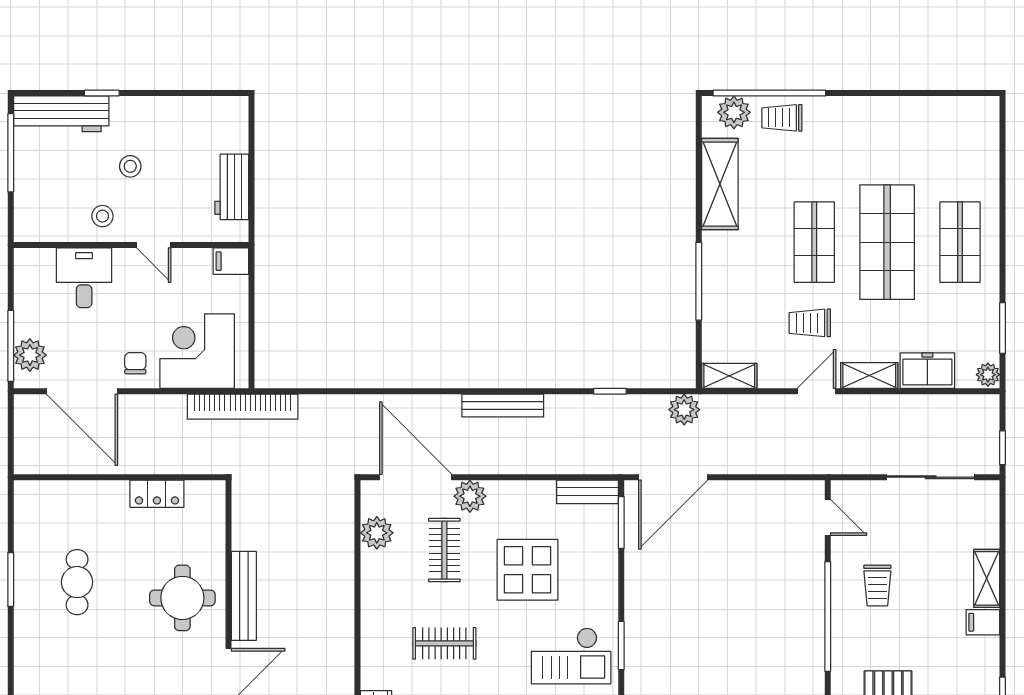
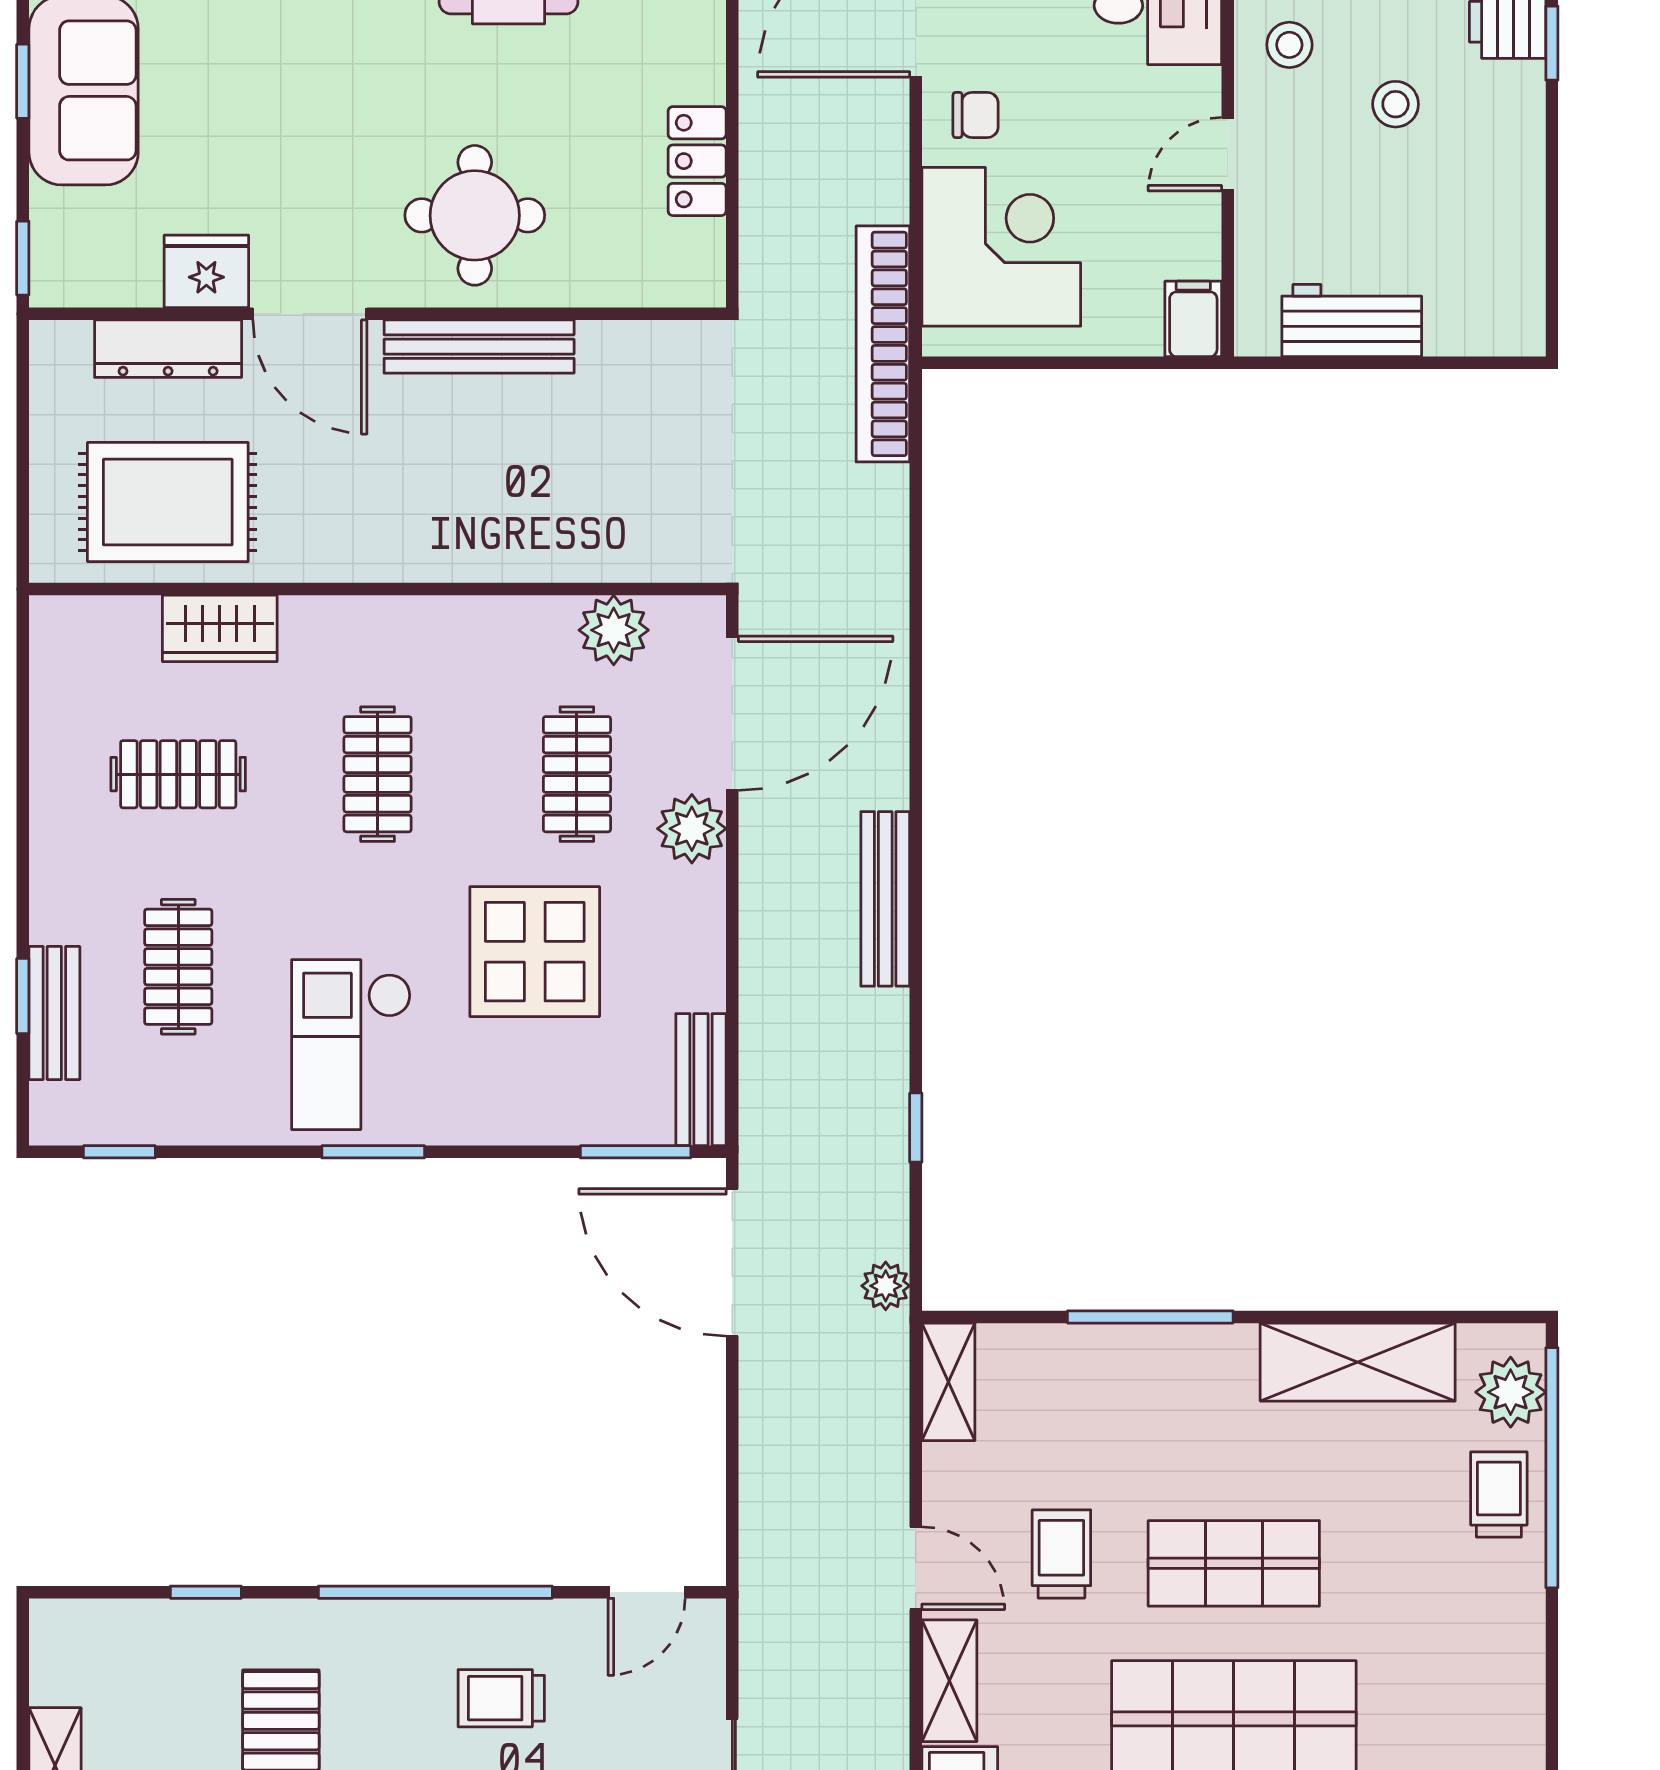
plant: (684, 410) -> (886, 1286), width x0.73, depth x0.73
clothes rail: (444, 550) -> (577, 774), turned 90

